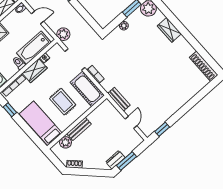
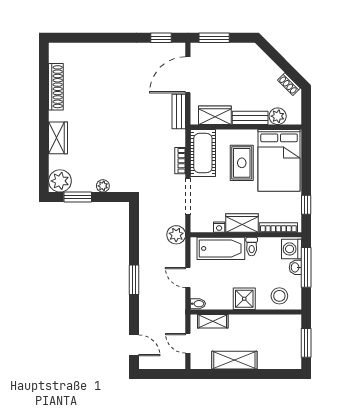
shoe rack: (204, 66) -> (56, 87), moved
wardrobe: (98, 114) -> (215, 115), added
door: (131, 122) -> (188, 75), width x1.88
bed: (41, 123) -> (279, 160), width x1.50
dresser: (115, 160) -> (241, 50), removed
window: (126, 161) -> (214, 38), moved

